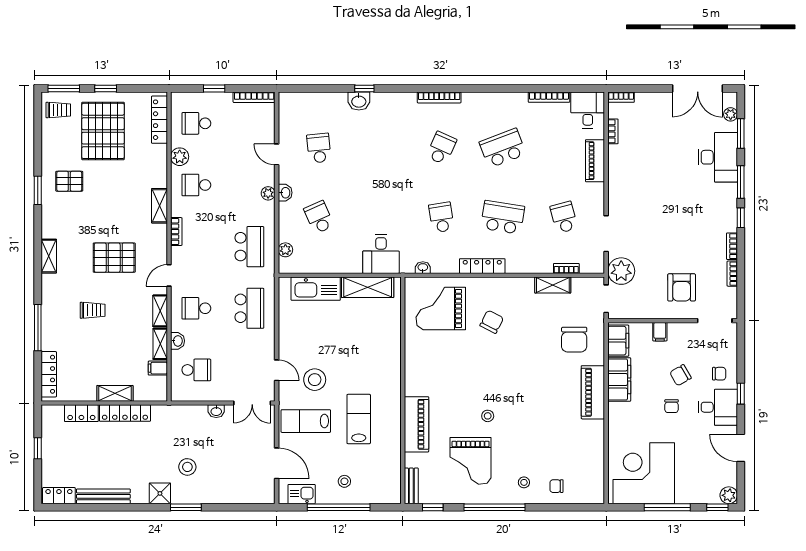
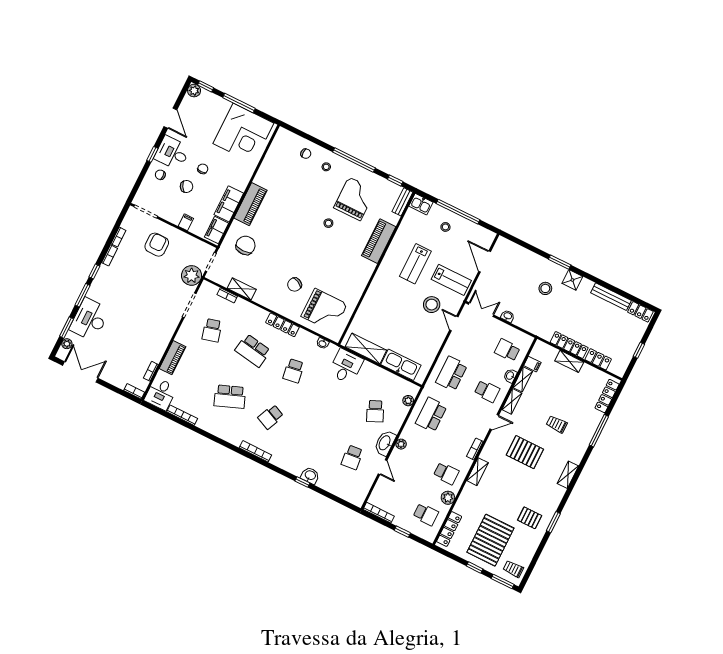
washbasin: (285, 193) -> (385, 443), width x1.91, depth x1.45
kitchen sink: (302, 494) -> (421, 204), moved

